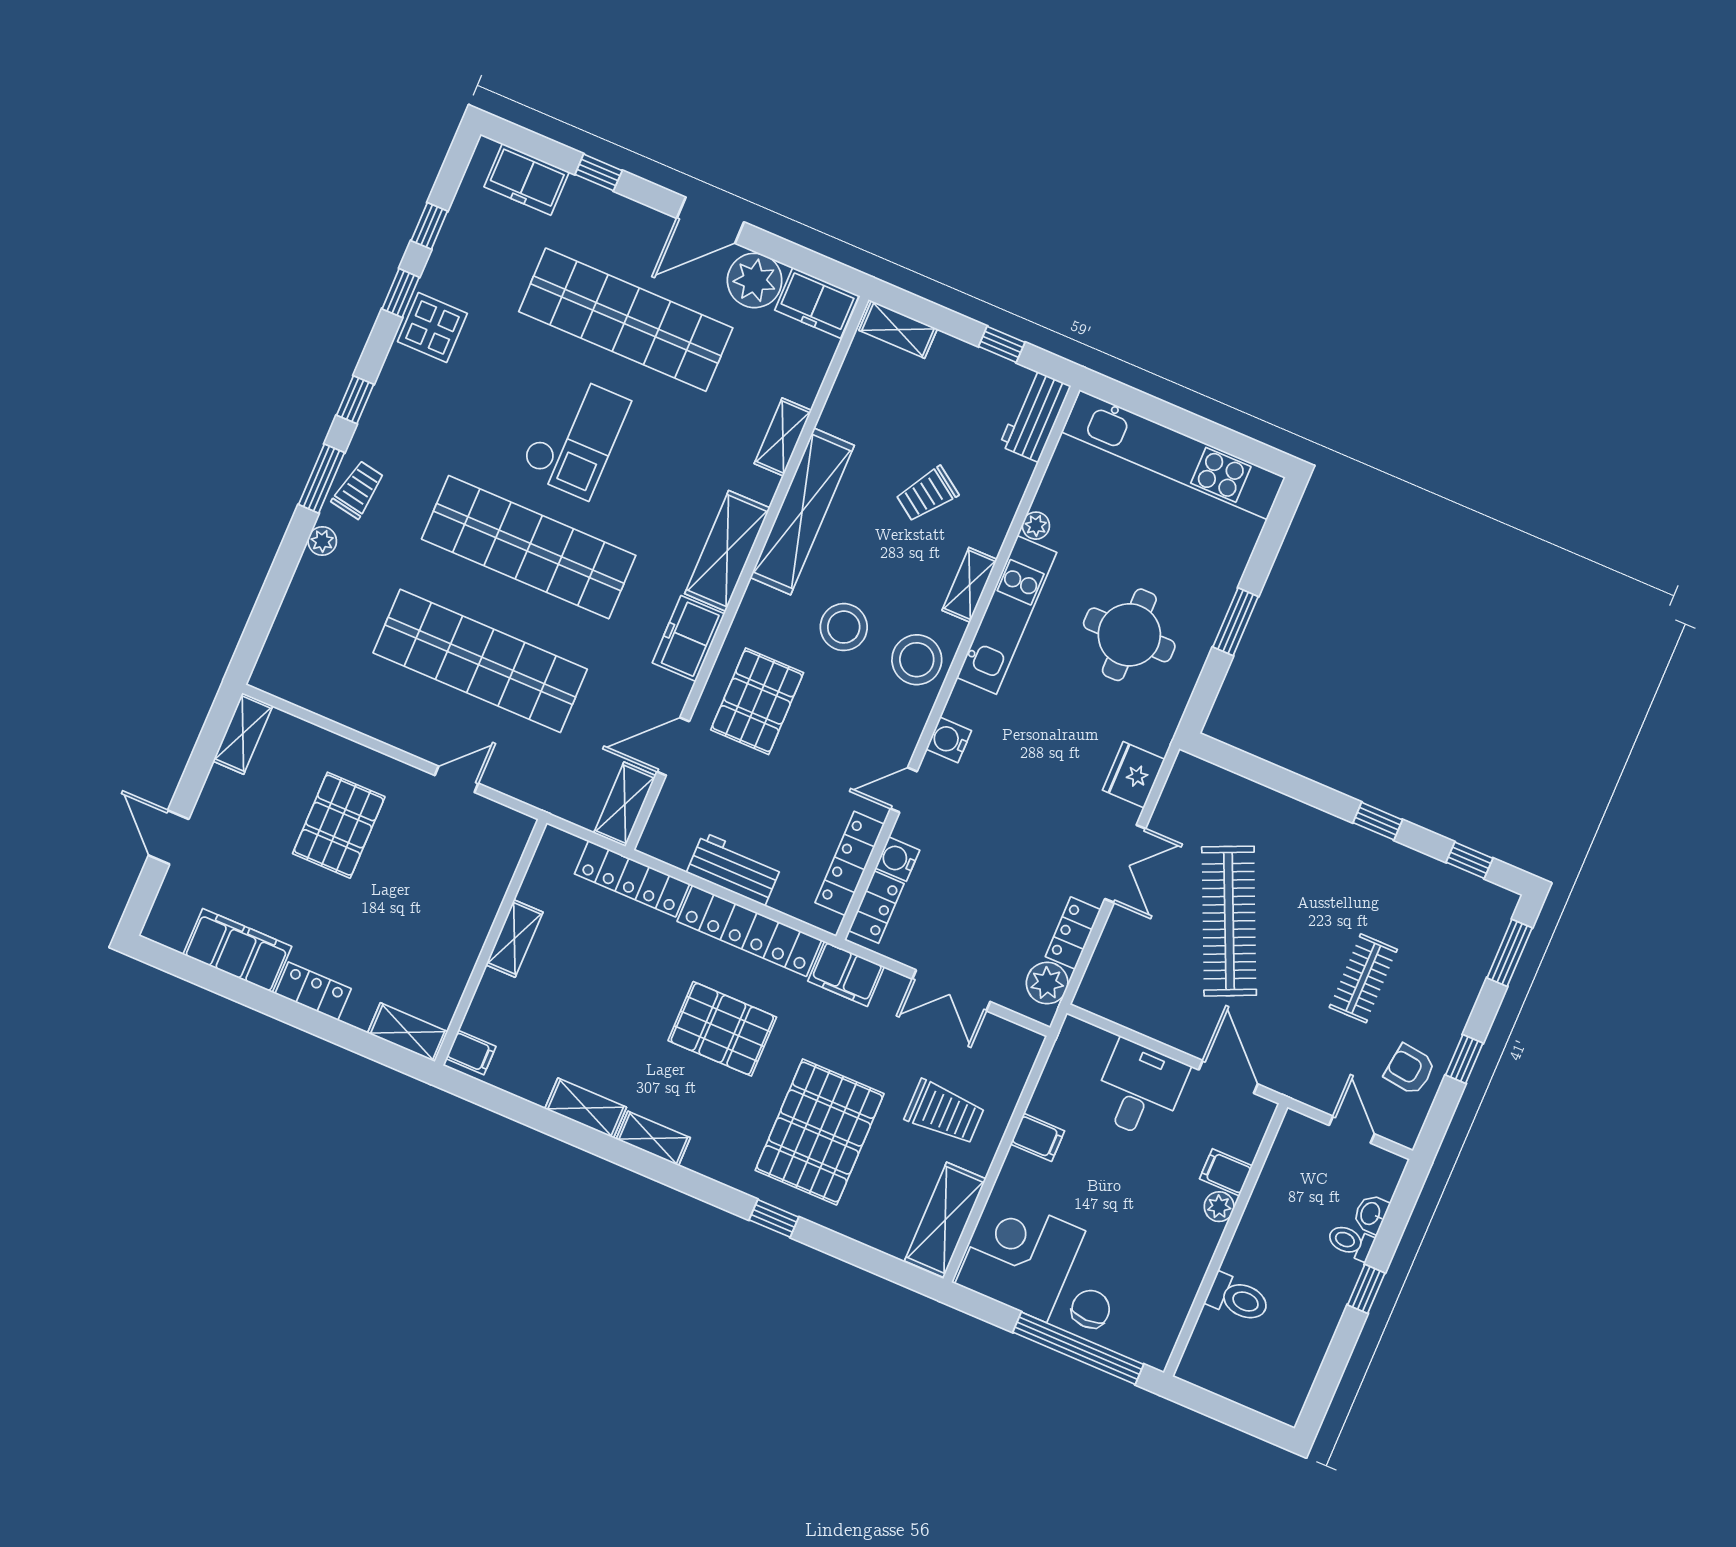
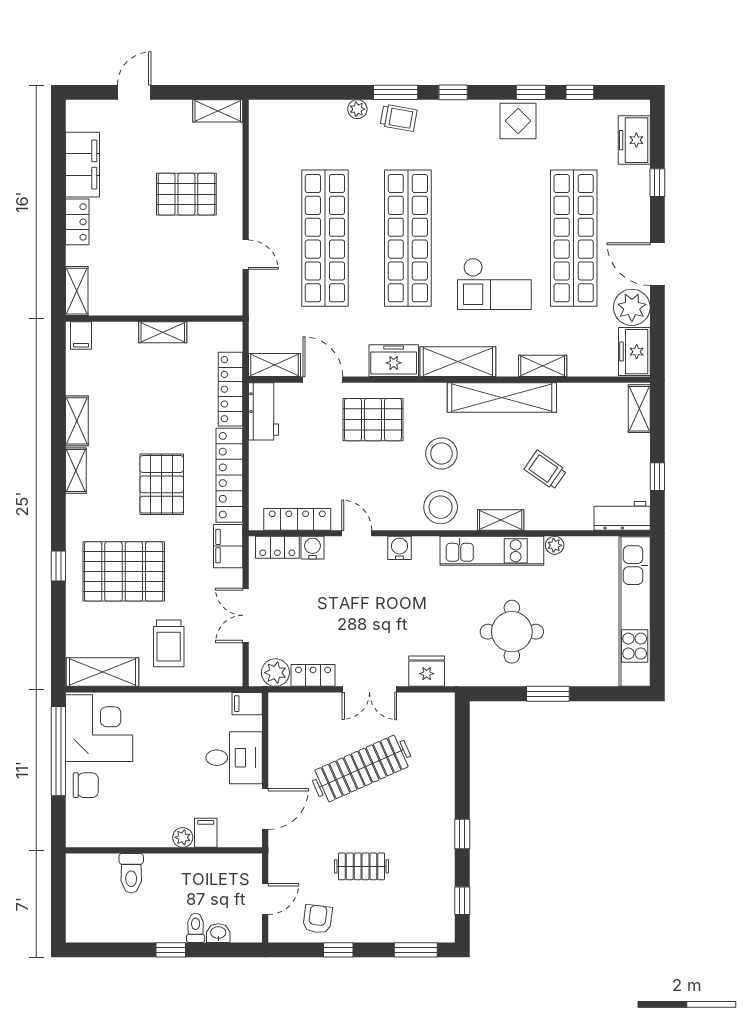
checkout: (575, 436) -> (494, 284), moved
workbench: (734, 869) -> (263, 411), moved
filing cabinet: (1038, 1137) -> (247, 704), moved, turned 90
window: (1078, 1348) -> (58, 751), moved

